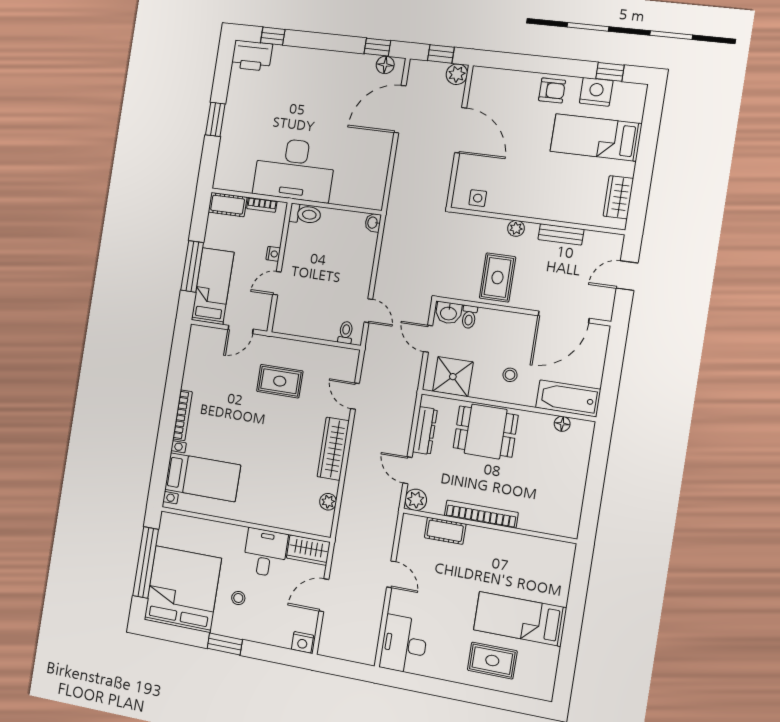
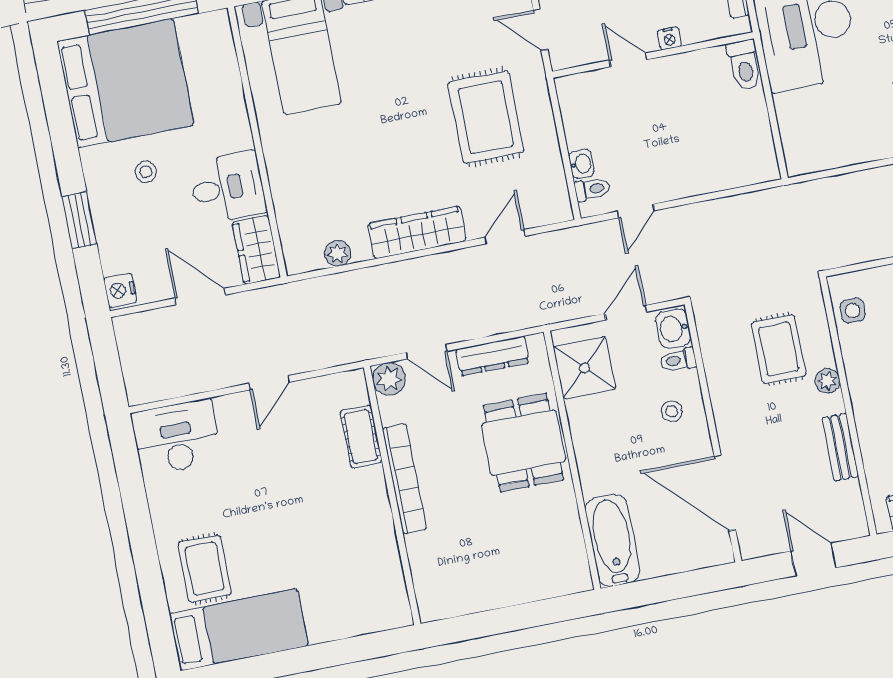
washbasin: (373, 223) -> (581, 164), moved, turned 90
rug: (498, 277) -> (779, 349), moved, turned 90
stool: (510, 375) -> (672, 411), moved
rug: (280, 381) -> (486, 117), width x1.36, depth x1.43
floor lamp: (562, 424) -> (574, 545), removed
door: (408, 470) -> (427, 352), swing flipped
bed: (520, 619) -> (239, 630), moved, turned 90
window: (225, 644) -> (79, 220), moved

